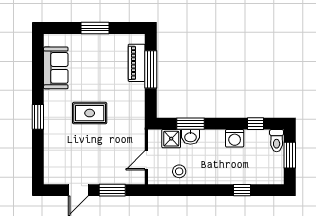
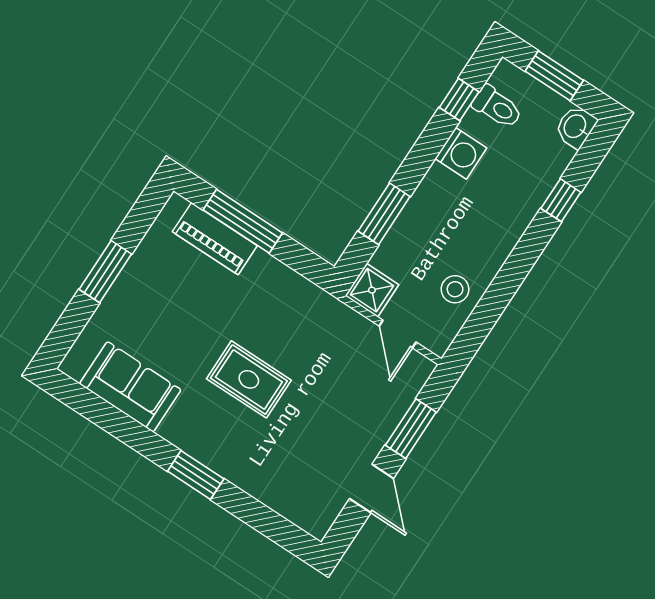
rug: (90, 113) -> (249, 379), turned 90
washbasin: (190, 137) -> (576, 127), moved, turned 180
shower: (171, 139) -> (372, 290), moved
toilet: (277, 141) -> (497, 107), moved

